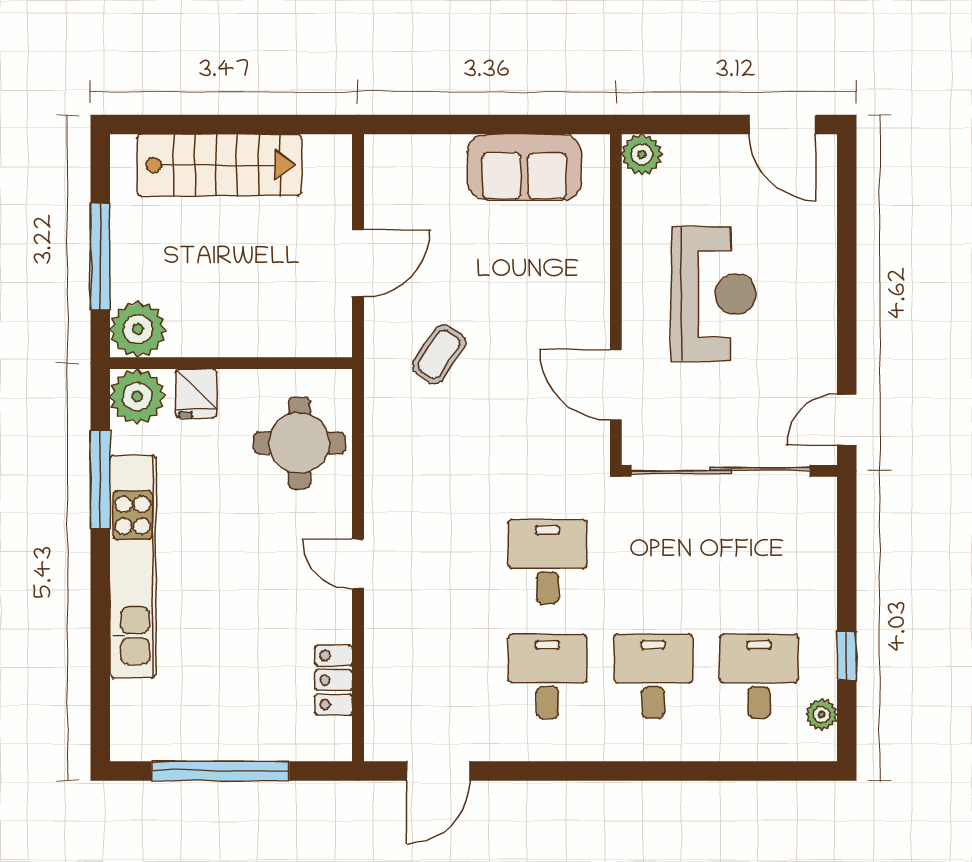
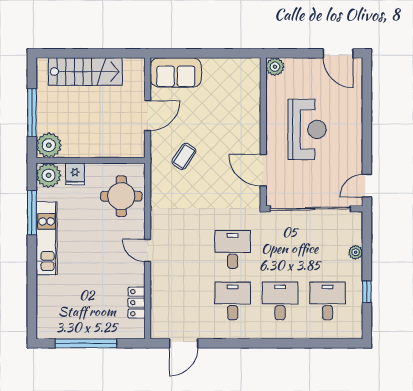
sofa: (524, 167) -> (176, 72), moved
kitchen unit: (133, 566) -> (47, 238), width x0.73
plant: (822, 715) -> (356, 252), moved

